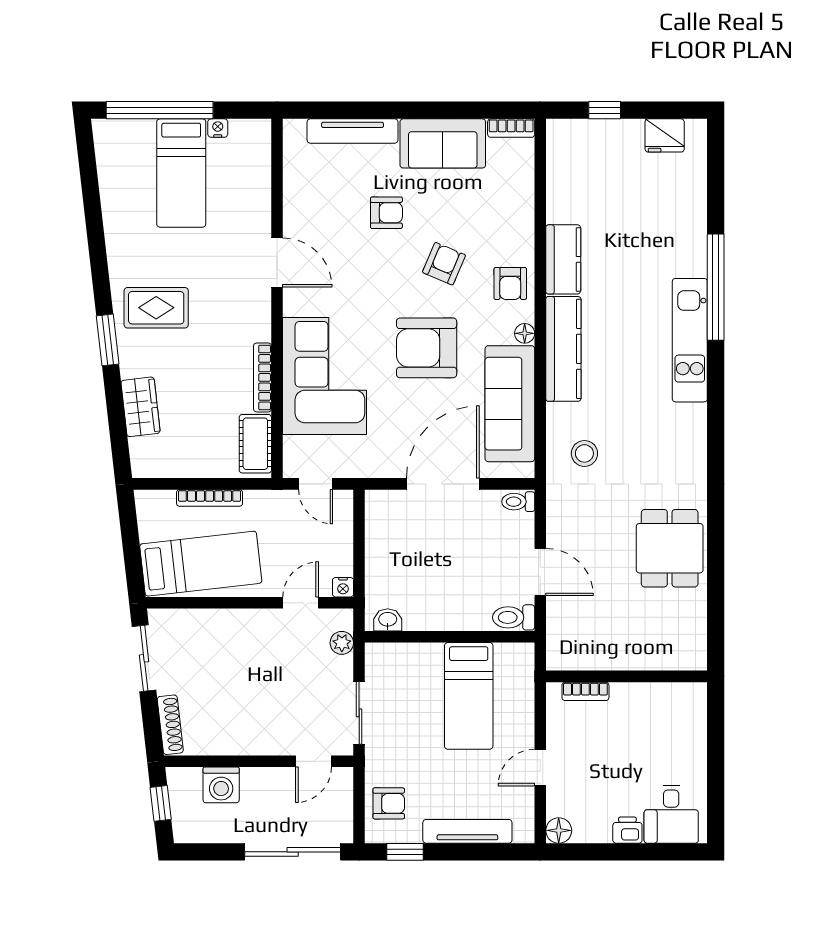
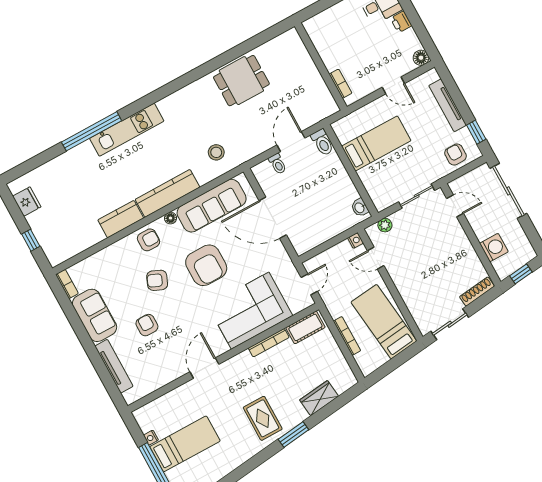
toilet: (518, 502) -> (278, 164), moved

